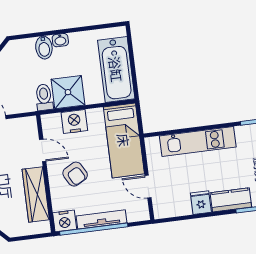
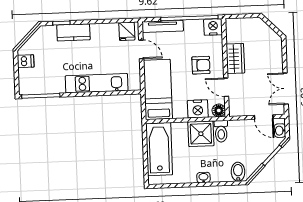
bidet: (44, 48) -> (238, 172), moved
floor lamp: (49, 122) -> (219, 111), added
armchair: (75, 174) -> (201, 65), turned 119
wardrobe: (36, 194) -> (235, 59), width x0.67
fridge: (201, 203) -> (127, 31), moved
tv unit: (102, 219) -> (163, 26), moved

